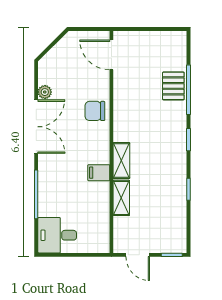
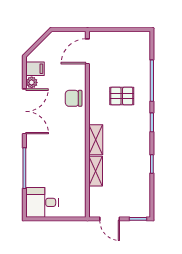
door: (111, 55) -> (87, 51), hinge flipped
pallet: (173, 86) -> (122, 96), moved, turned 90
filing cabinet: (99, 173) -> (35, 69), moved, turned 180

